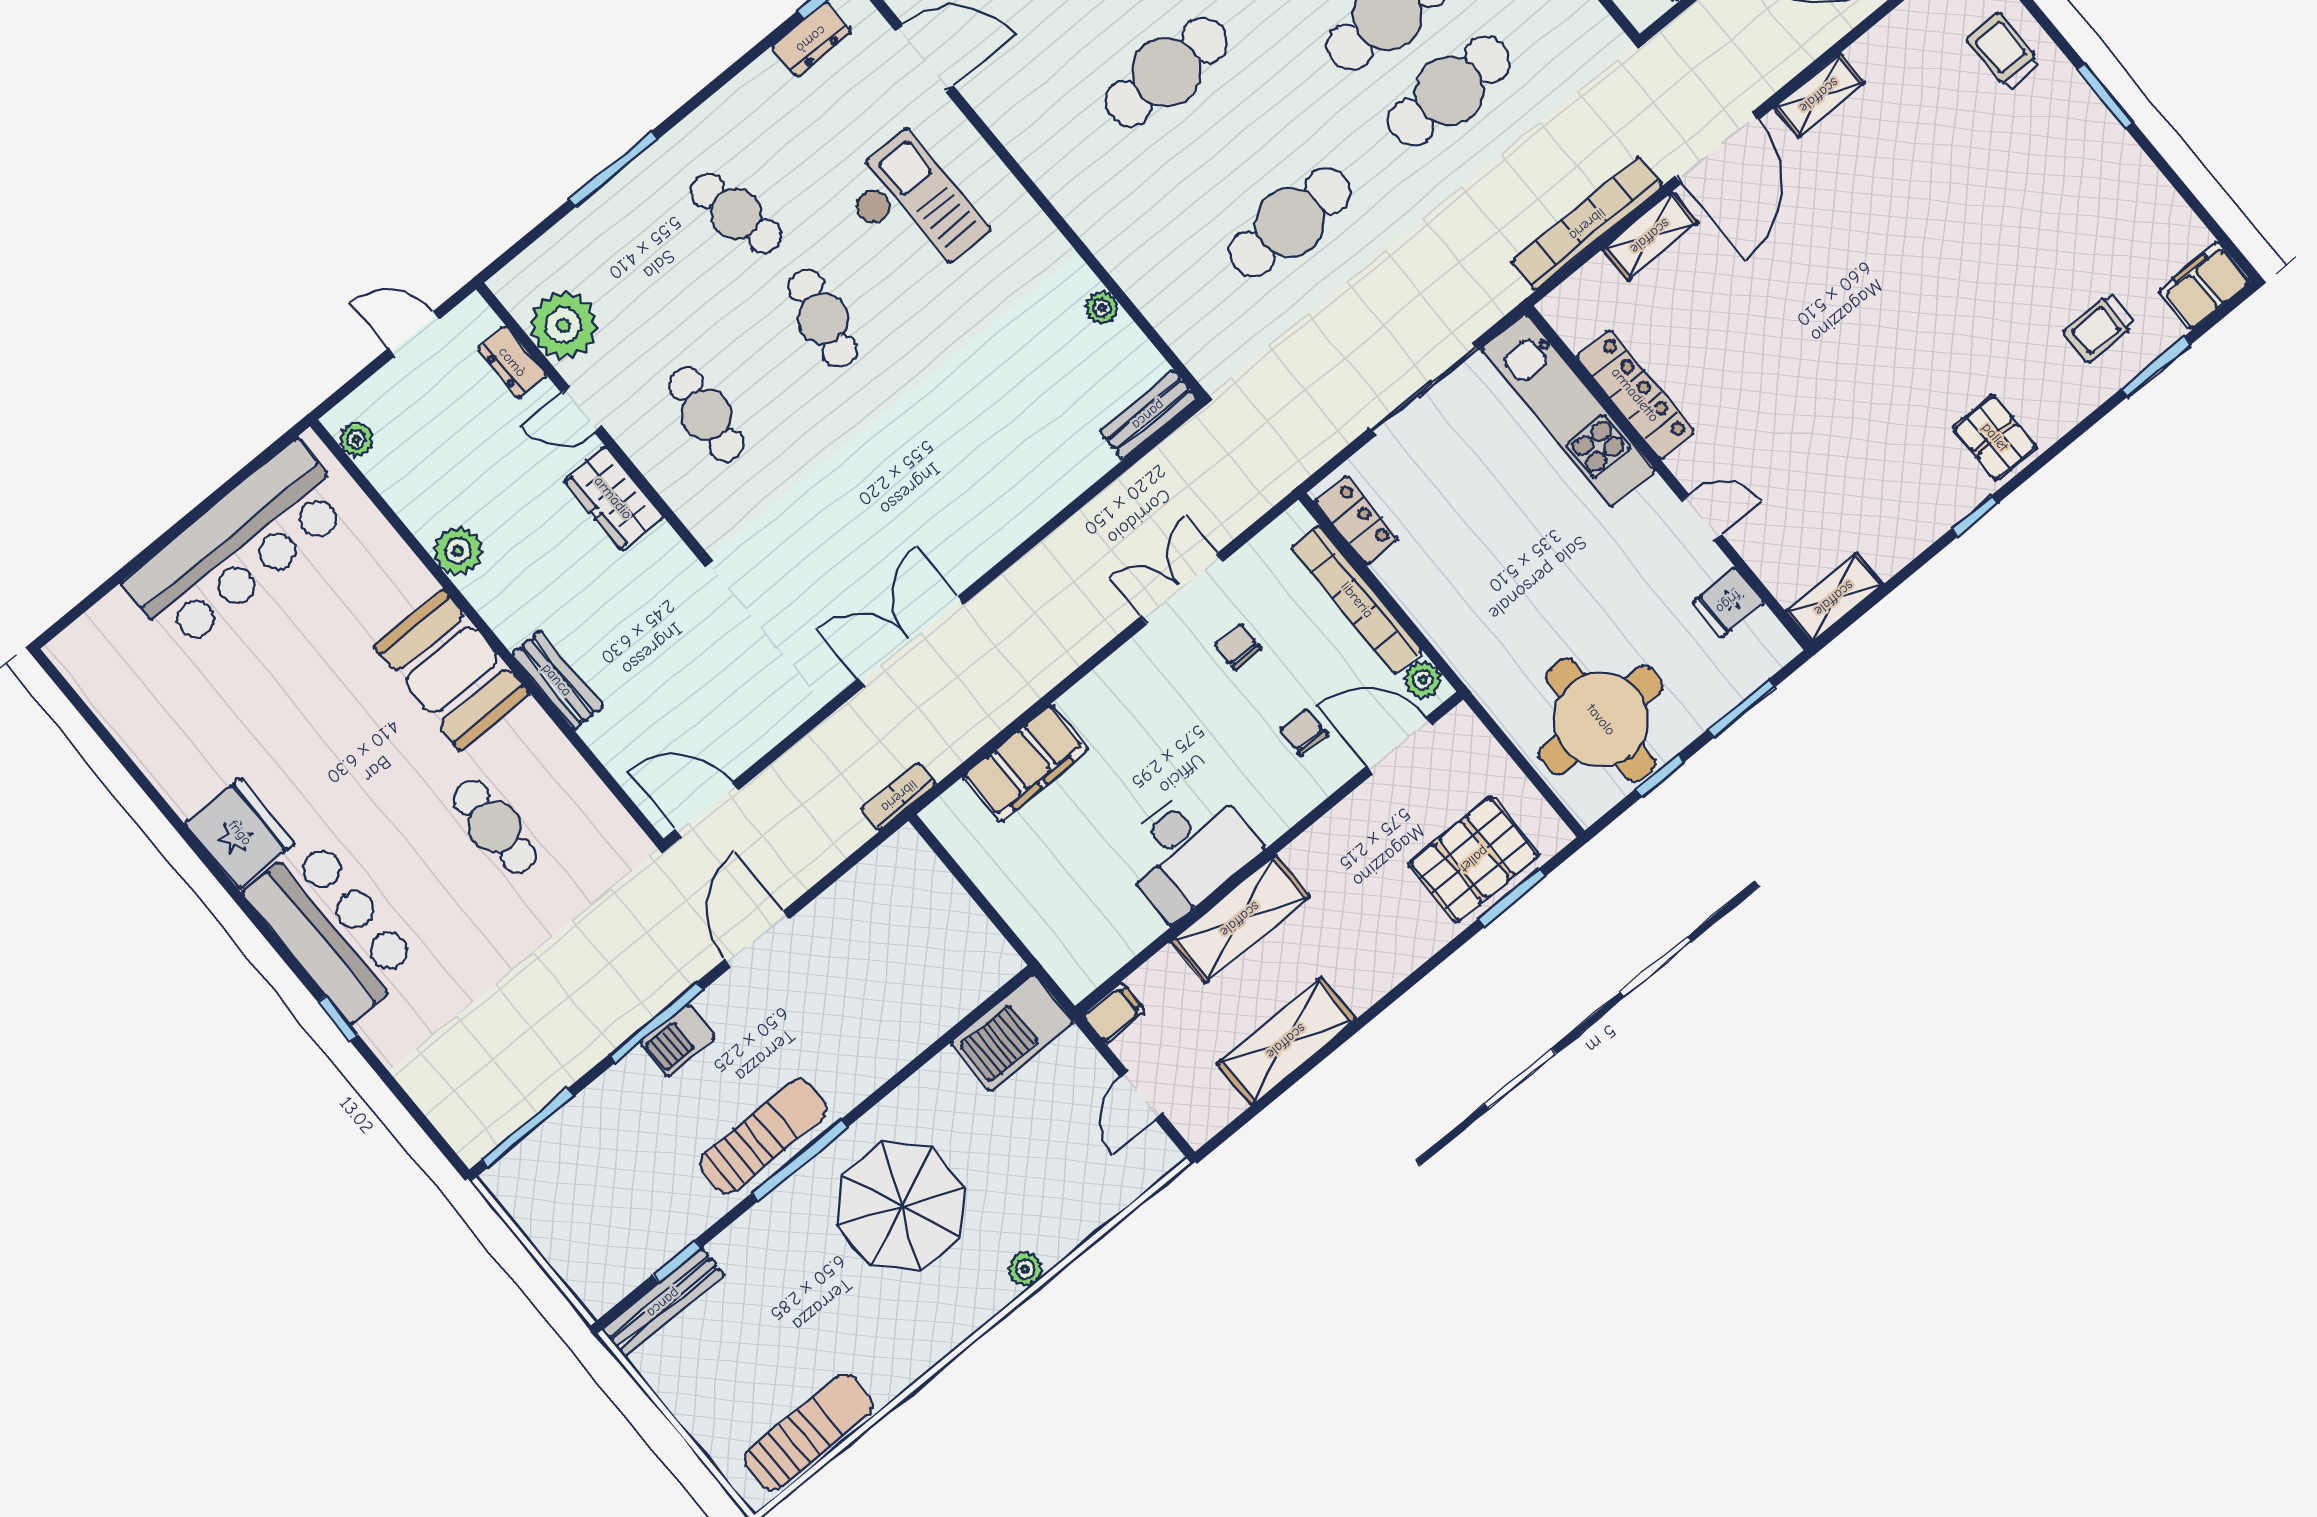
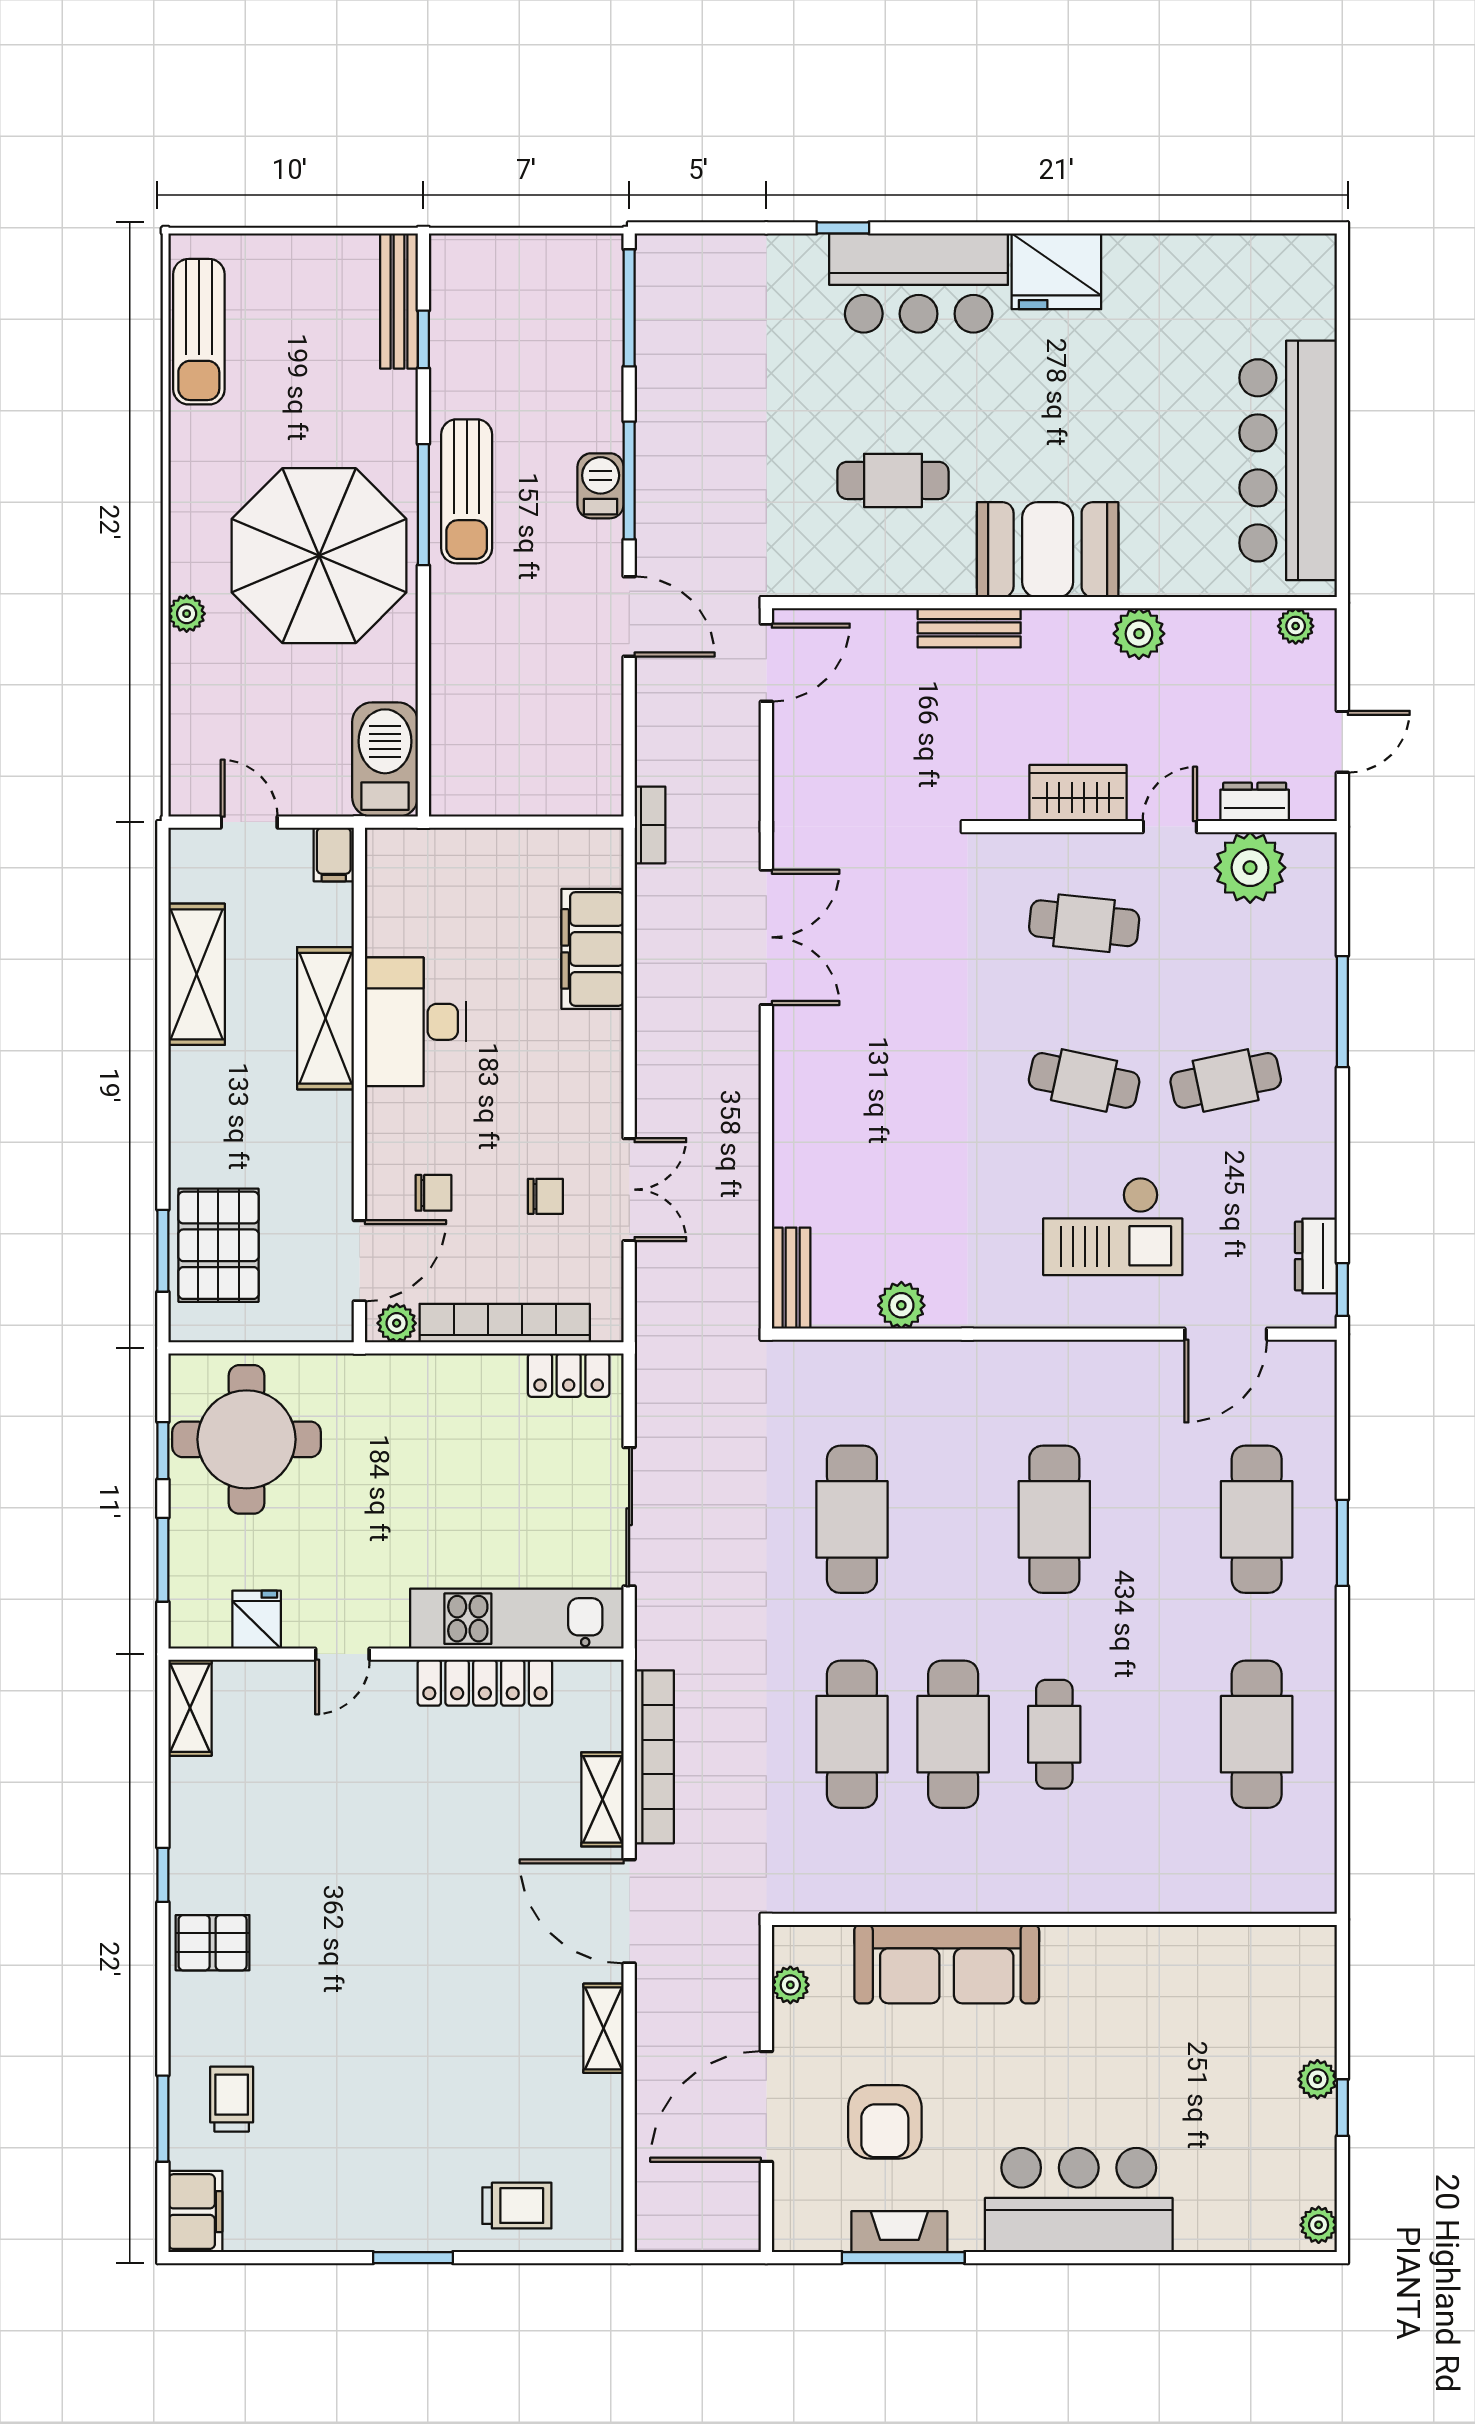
plant: (1102, 308) -> (901, 1305), width x1.38, depth x1.38
parasol: (901, 1206) -> (319, 556), width x1.36, depth x1.36

